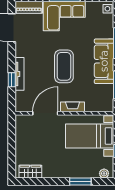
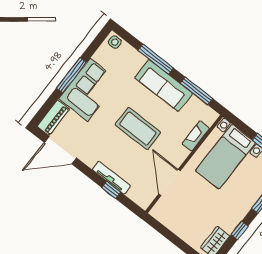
fireplace: (73, 107) -> (196, 136), moved
window: (50, 182) -> (240, 230), added

